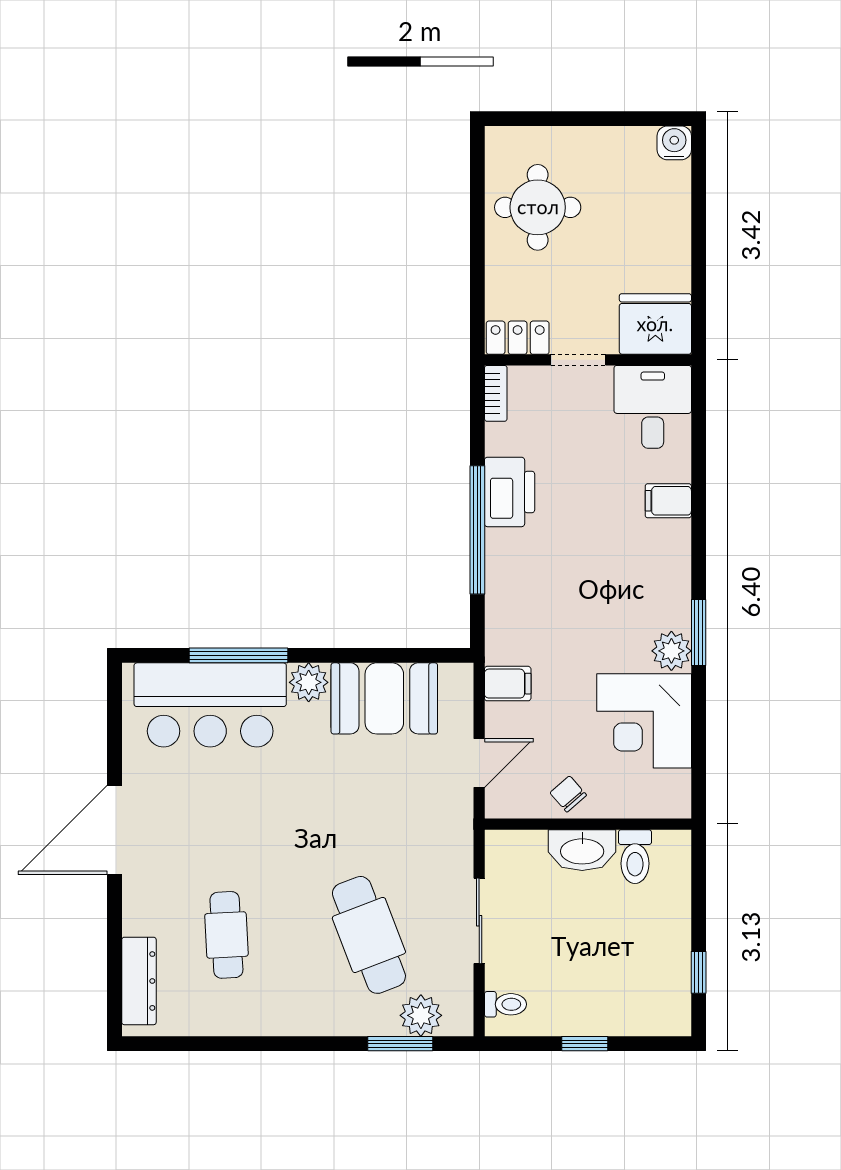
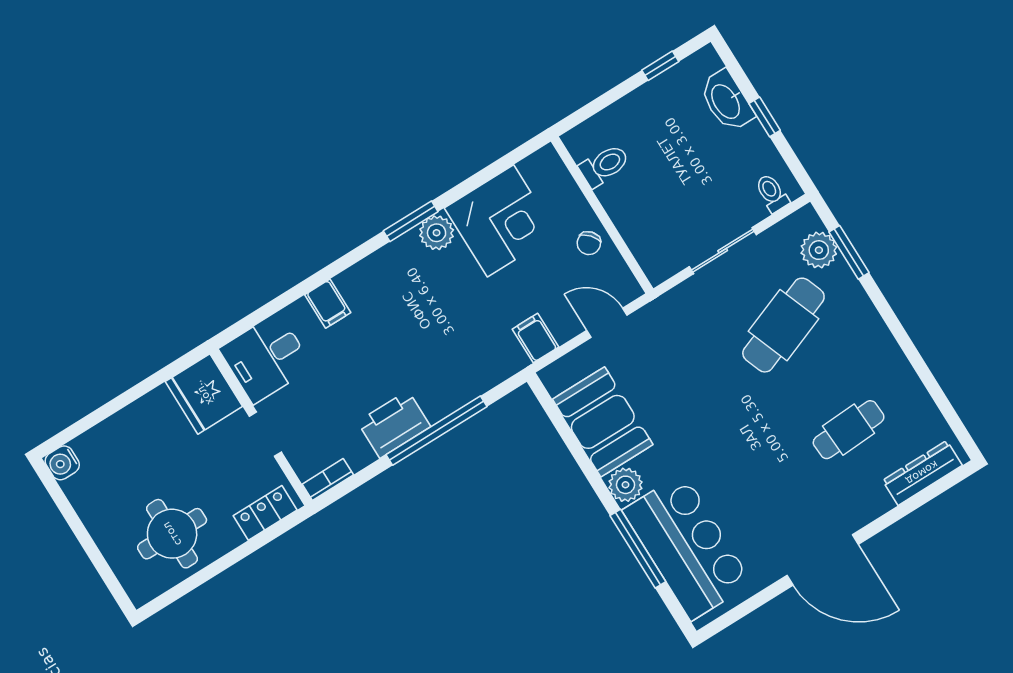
locker: (518, 338) -> (265, 513), moved, turned 90
washbasin: (582, 850) -> (726, 101), moved, turned 180

